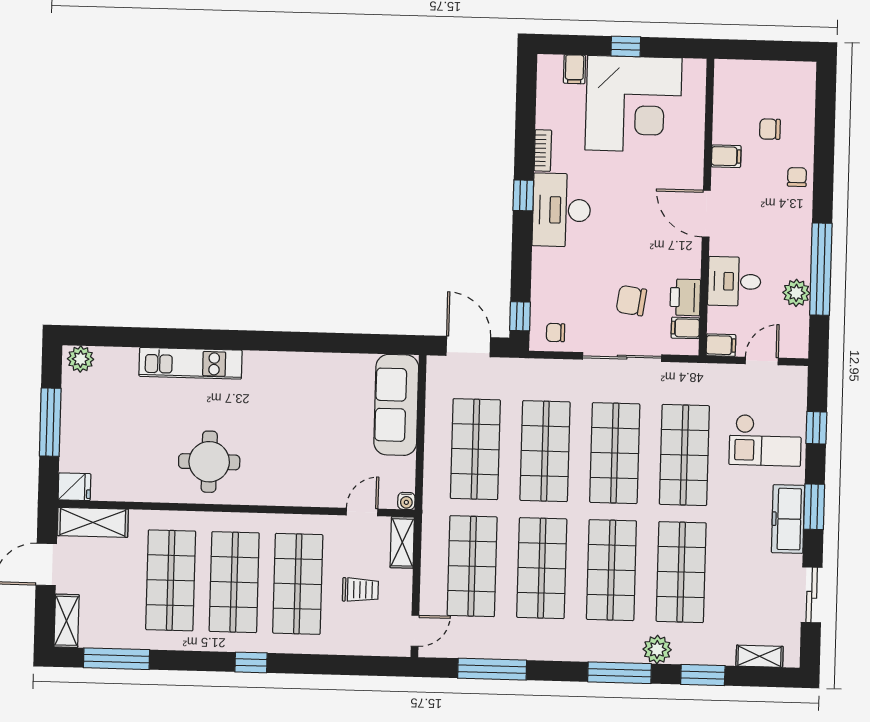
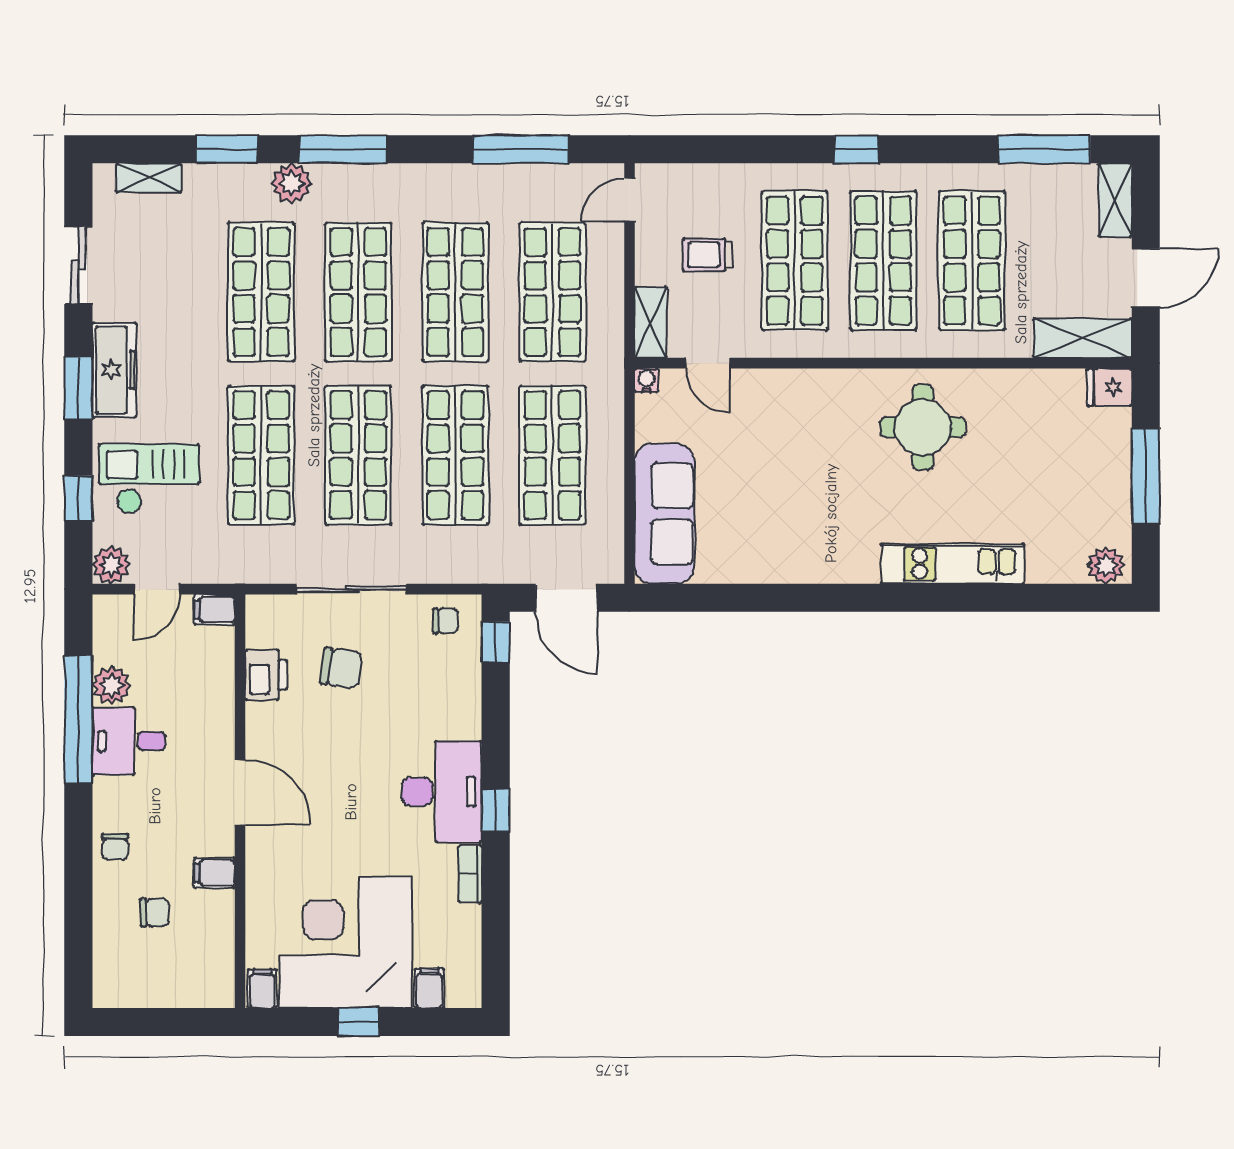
desk: (734, 281) -> (129, 741), moved, turned 180
filing cabinet: (685, 328) -> (262, 989), moved, turned -90
plant: (794, 379) -> (111, 565), added
door: (362, 512) -> (708, 363), hinge flipped

